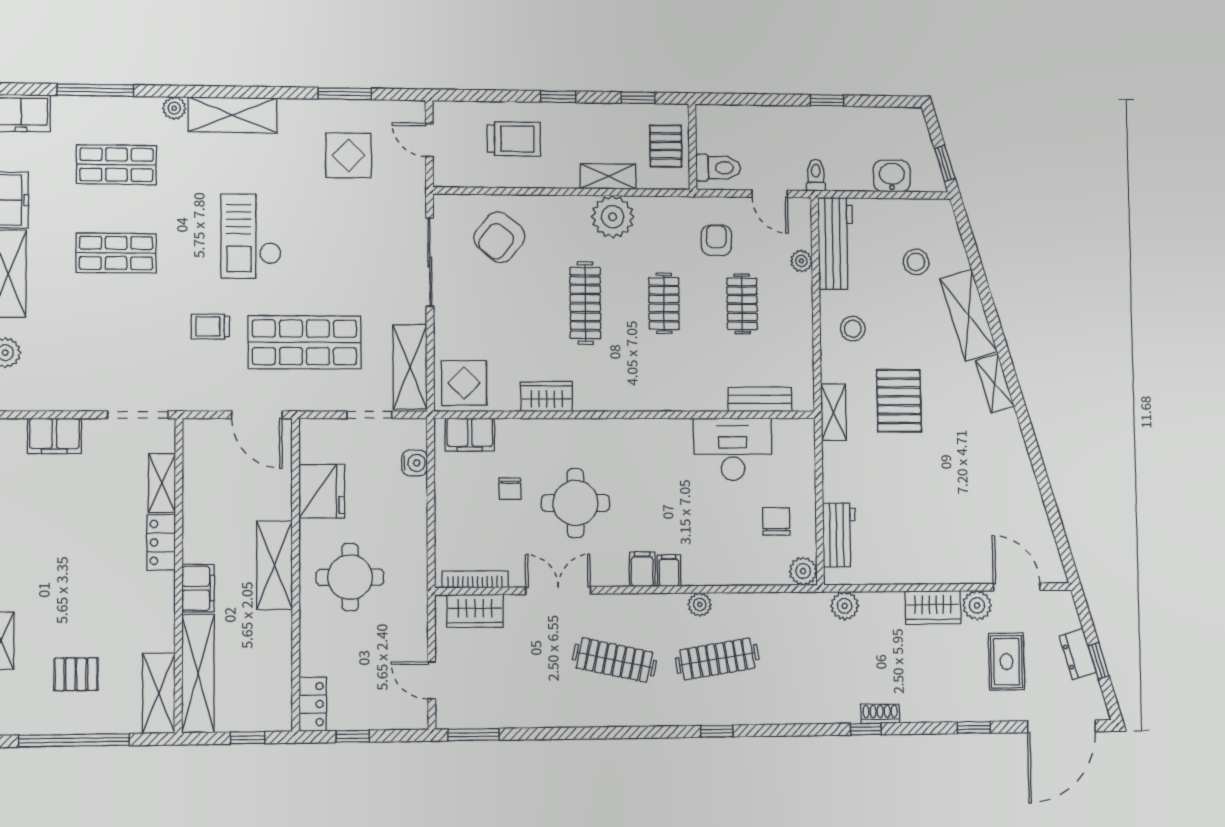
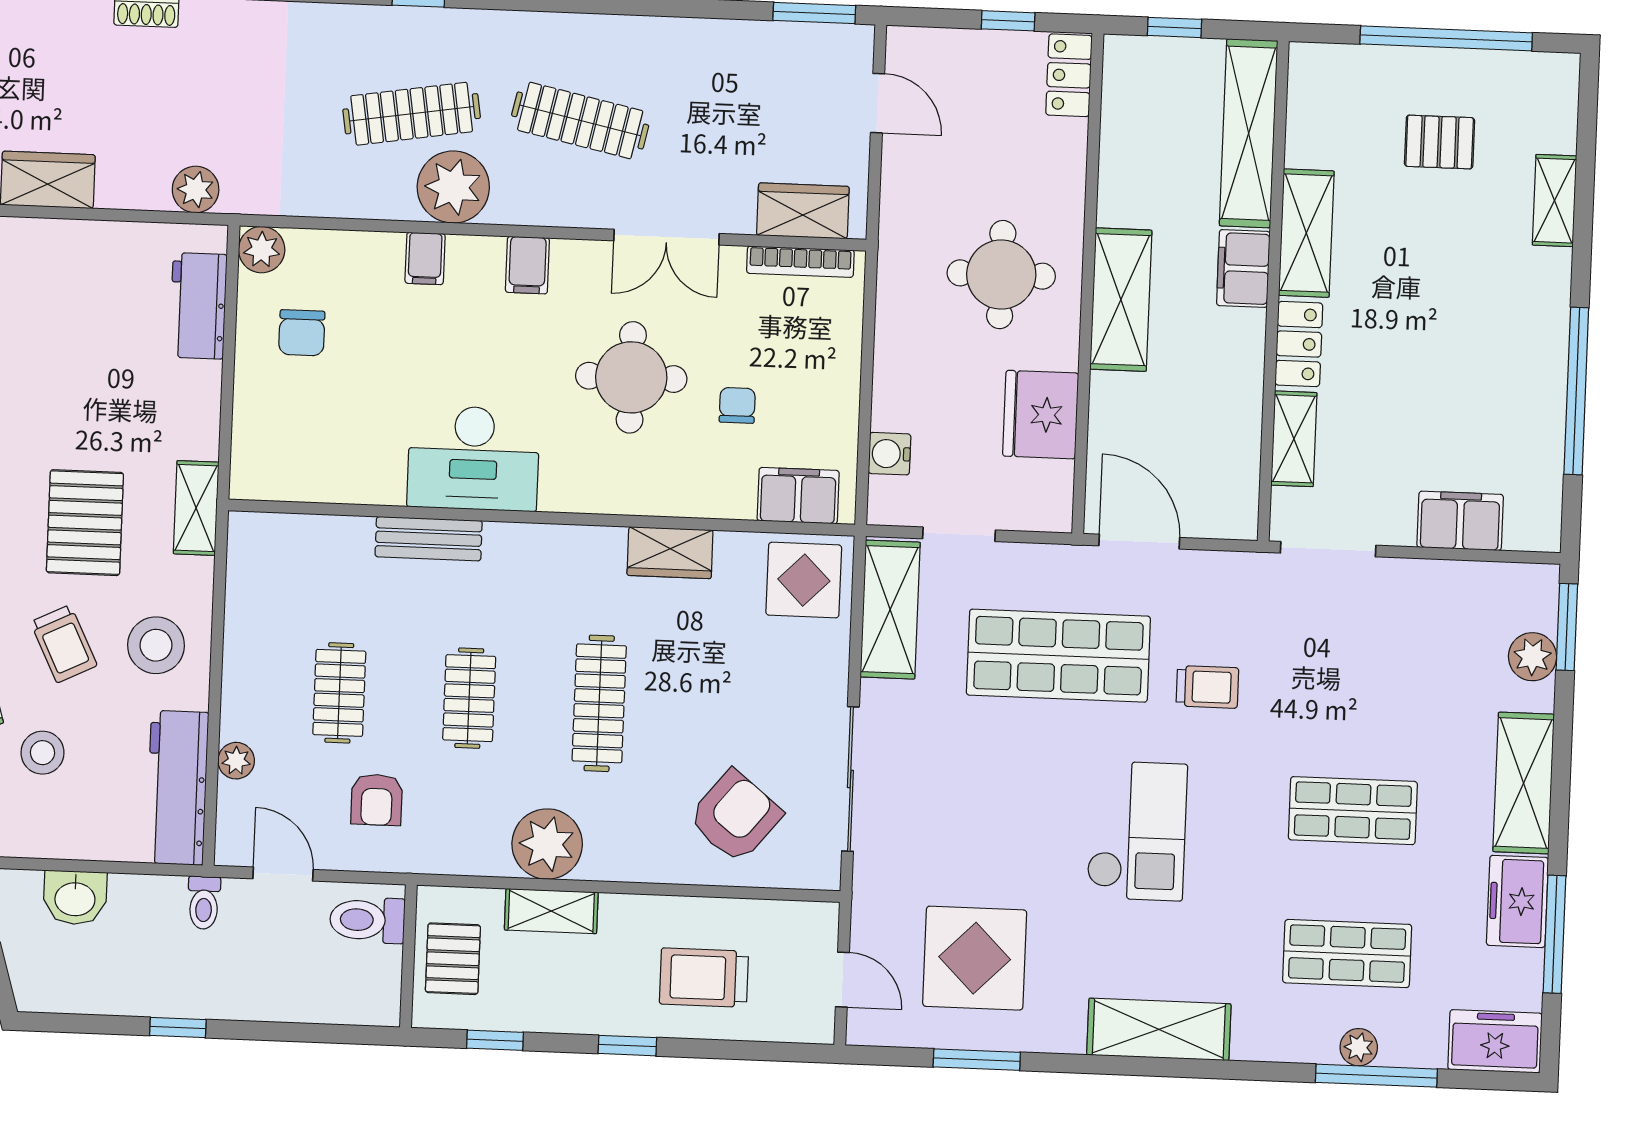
plant: (174, 108) -> (1359, 1047), moved
display table: (349, 155) -> (975, 958), width x1.36, depth x1.36
trolley: (907, 327) -> (64, 644), added
stool: (853, 329) -> (156, 645), width x1.38, depth x1.38
bench: (760, 399) -> (429, 539), moved
desk: (733, 449) -> (473, 458), moved
filing cabinet: (669, 571) -> (425, 259), moved
plant: (700, 605) -> (453, 187), width x1.88, depth x1.88
shelving: (159, 693) -> (1306, 233), moved

